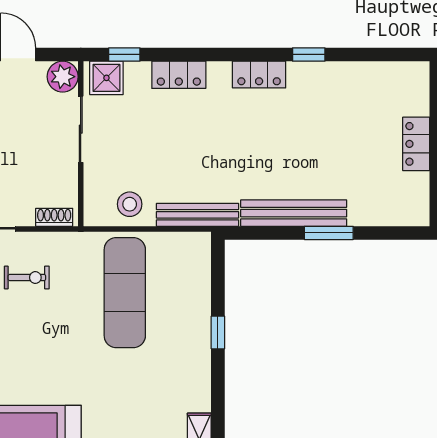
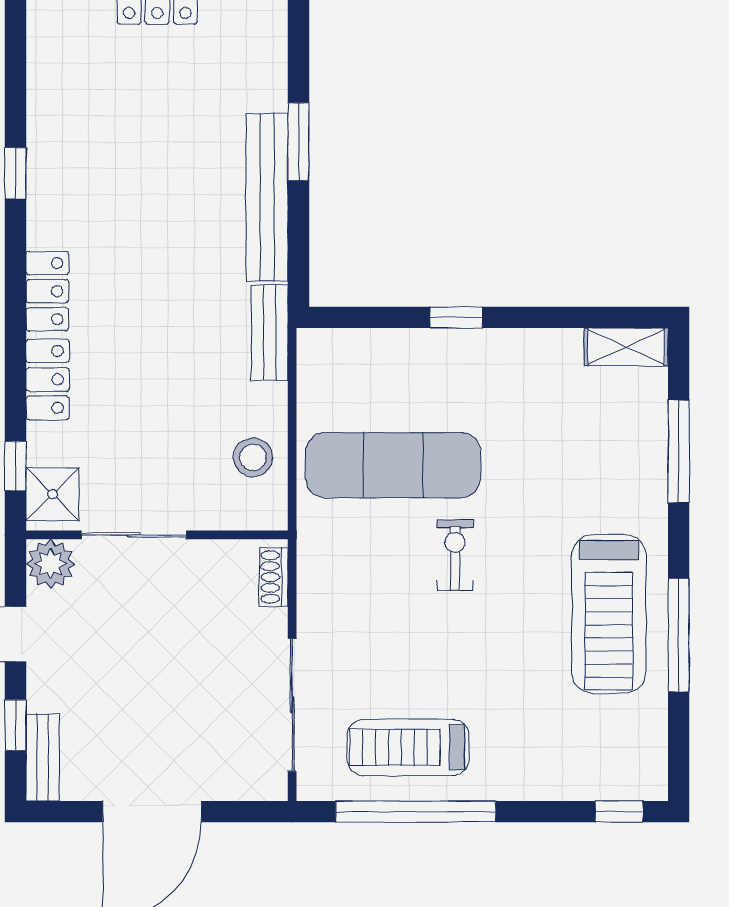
locker: (259, 75) -> (47, 291), moved
bench: (197, 215) -> (270, 332), width x0.73
exercise bike: (27, 278) -> (455, 555), moved

